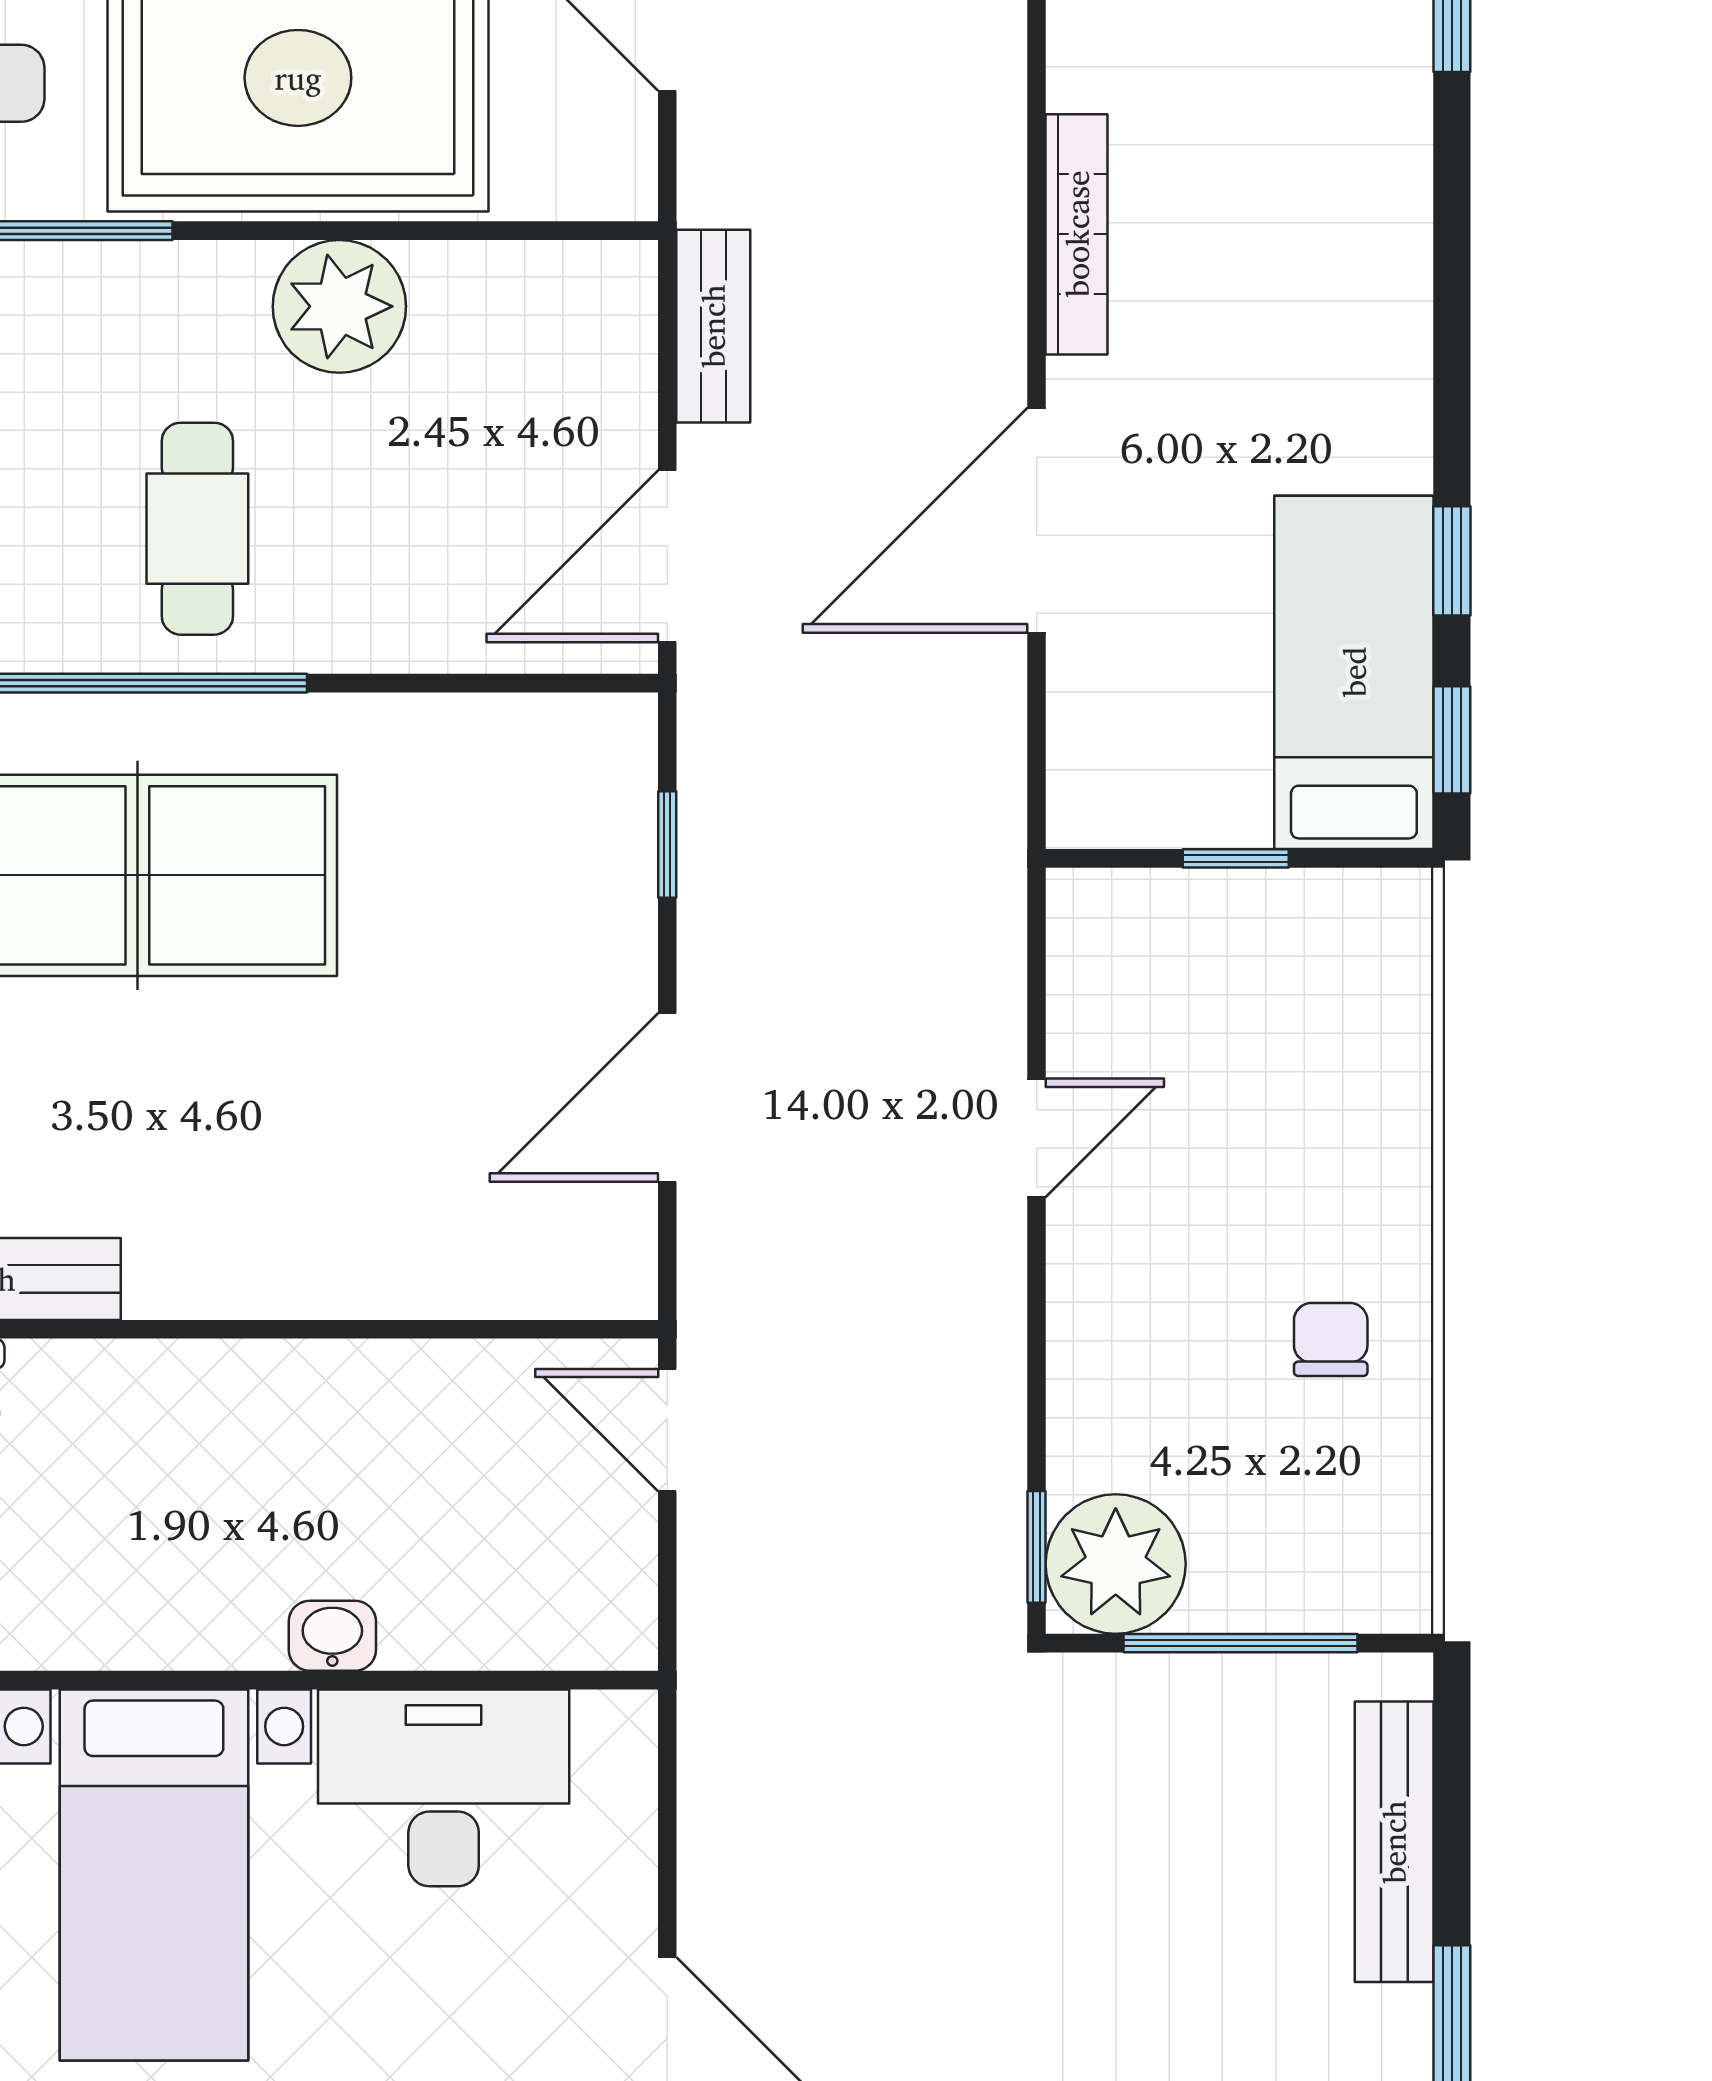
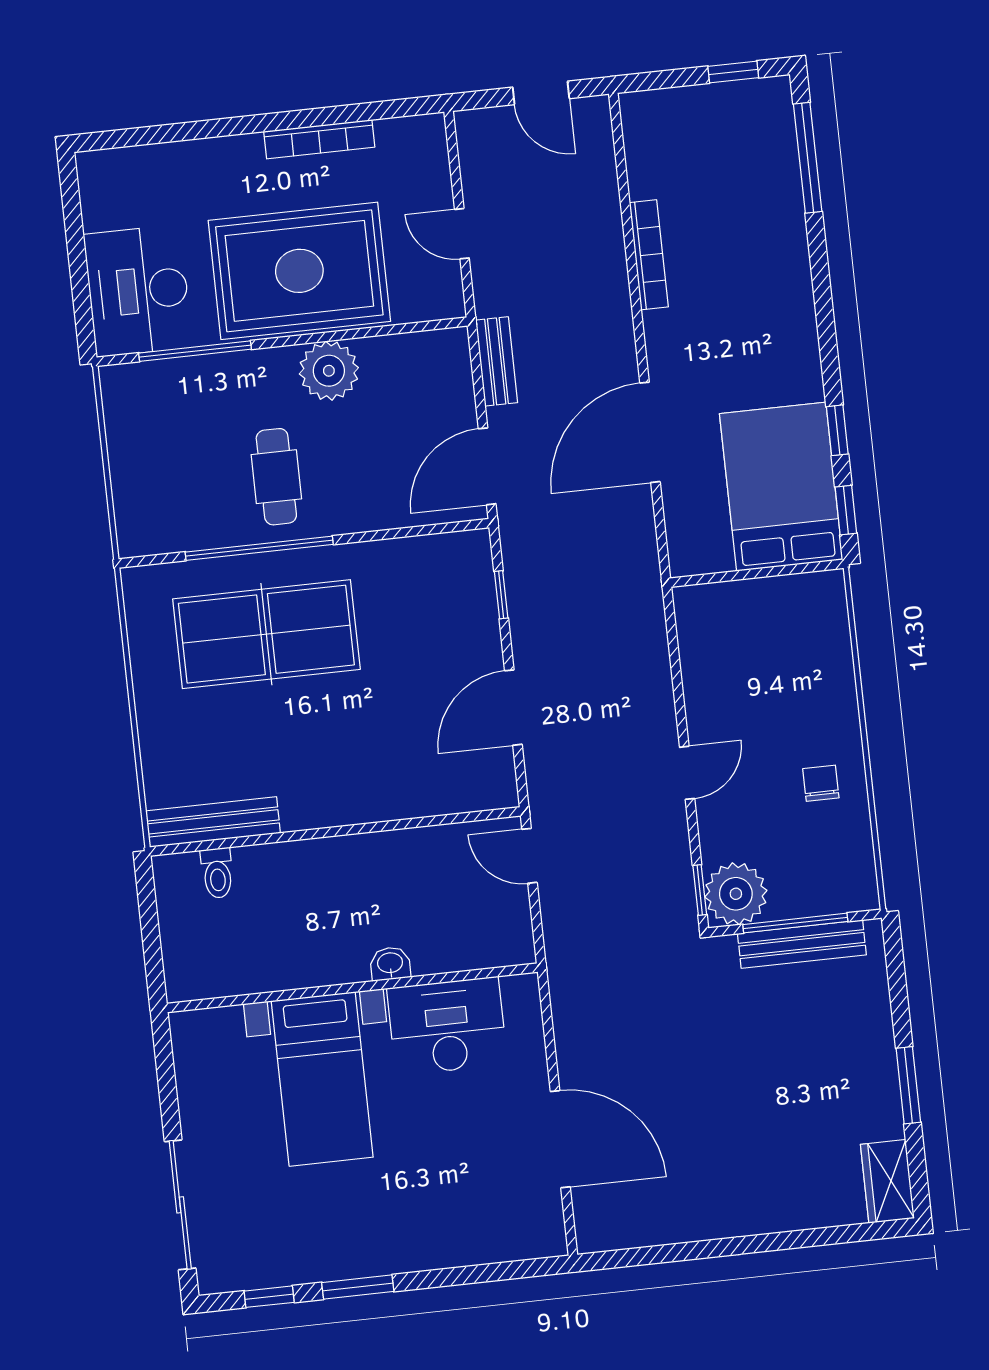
bookcase: (1077, 234) -> (649, 255), moved
bed: (1354, 672) -> (781, 487), width x1.50
window: (1236, 858) -> (755, 573), removed
door: (1037, 1138) -> (687, 773), moved
bench: (1394, 1842) -> (802, 944), moved, turned 90

